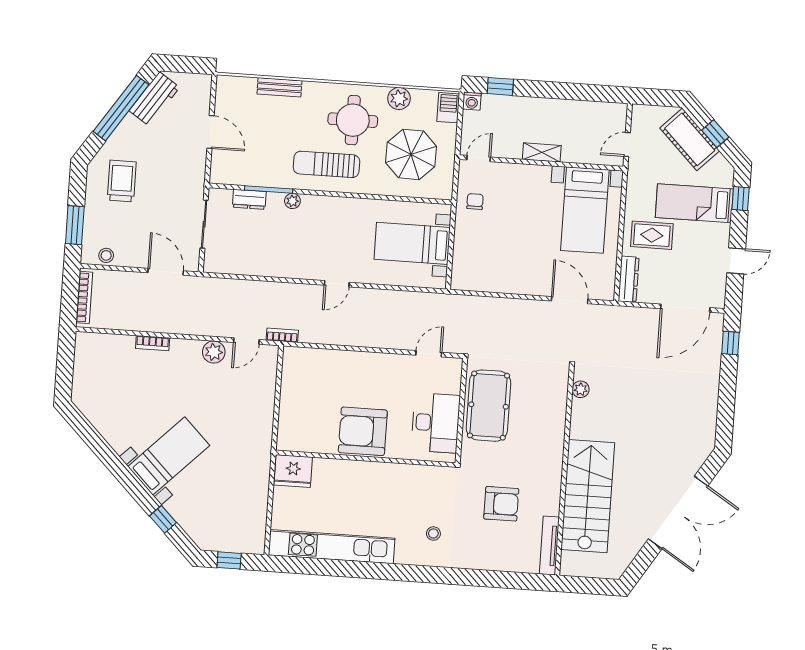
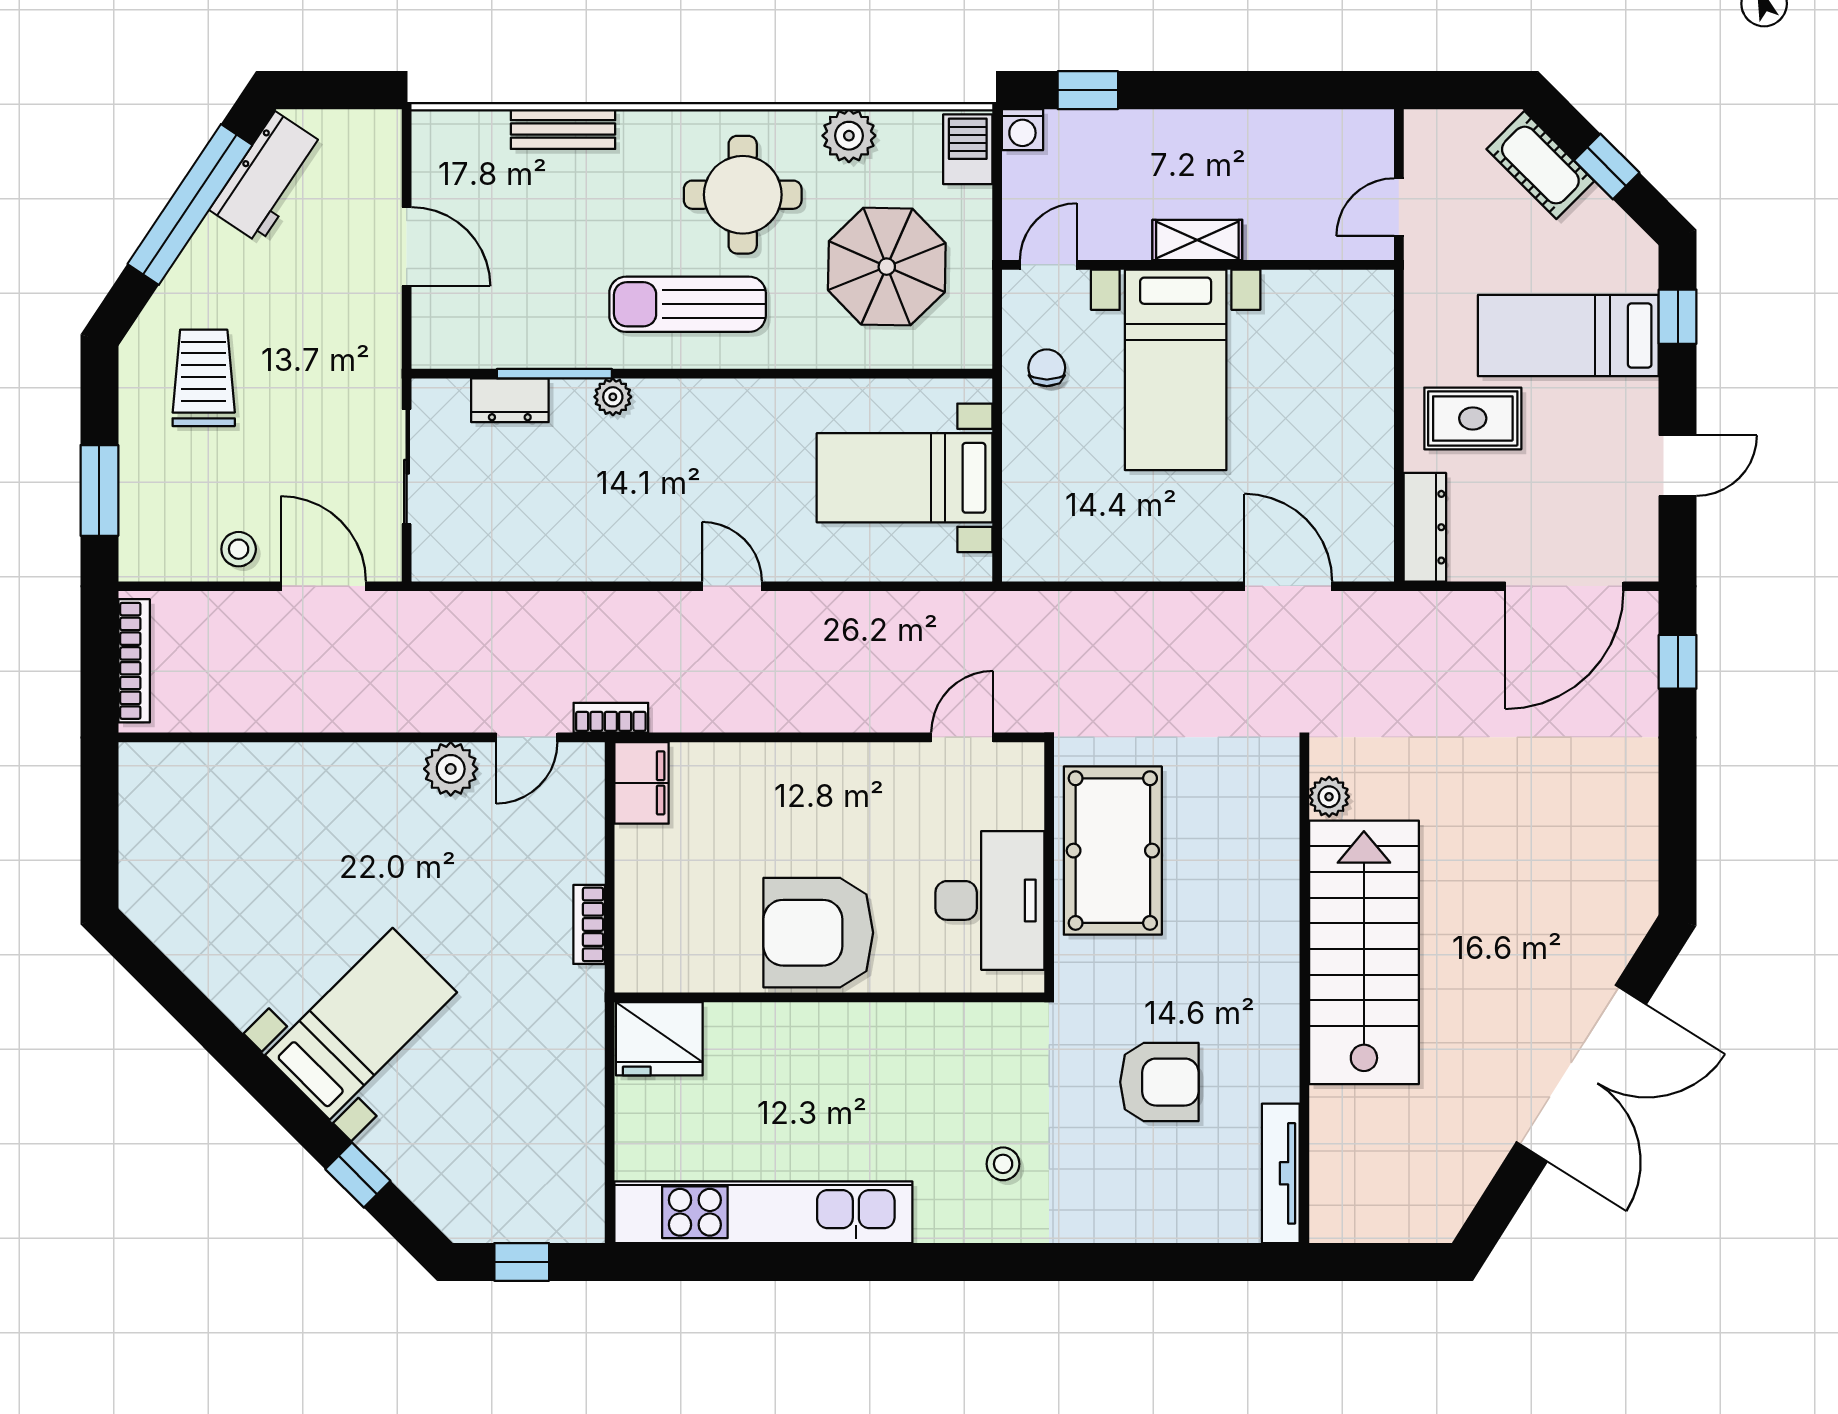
cot: (690, 139) -> (1540, 165), width x0.73, depth x0.75
bed with nightstands: (585, 210) -> (1176, 370), moved
stool: (106, 255) -> (239, 549), moved
door: (337, 284) -> (732, 586), swing flipped
bookcase: (153, 343) -> (589, 924), moved, turned 90
filing cabinet: (293, 363) -> (642, 783), added
stairs: (588, 496) -> (1364, 952), moved

